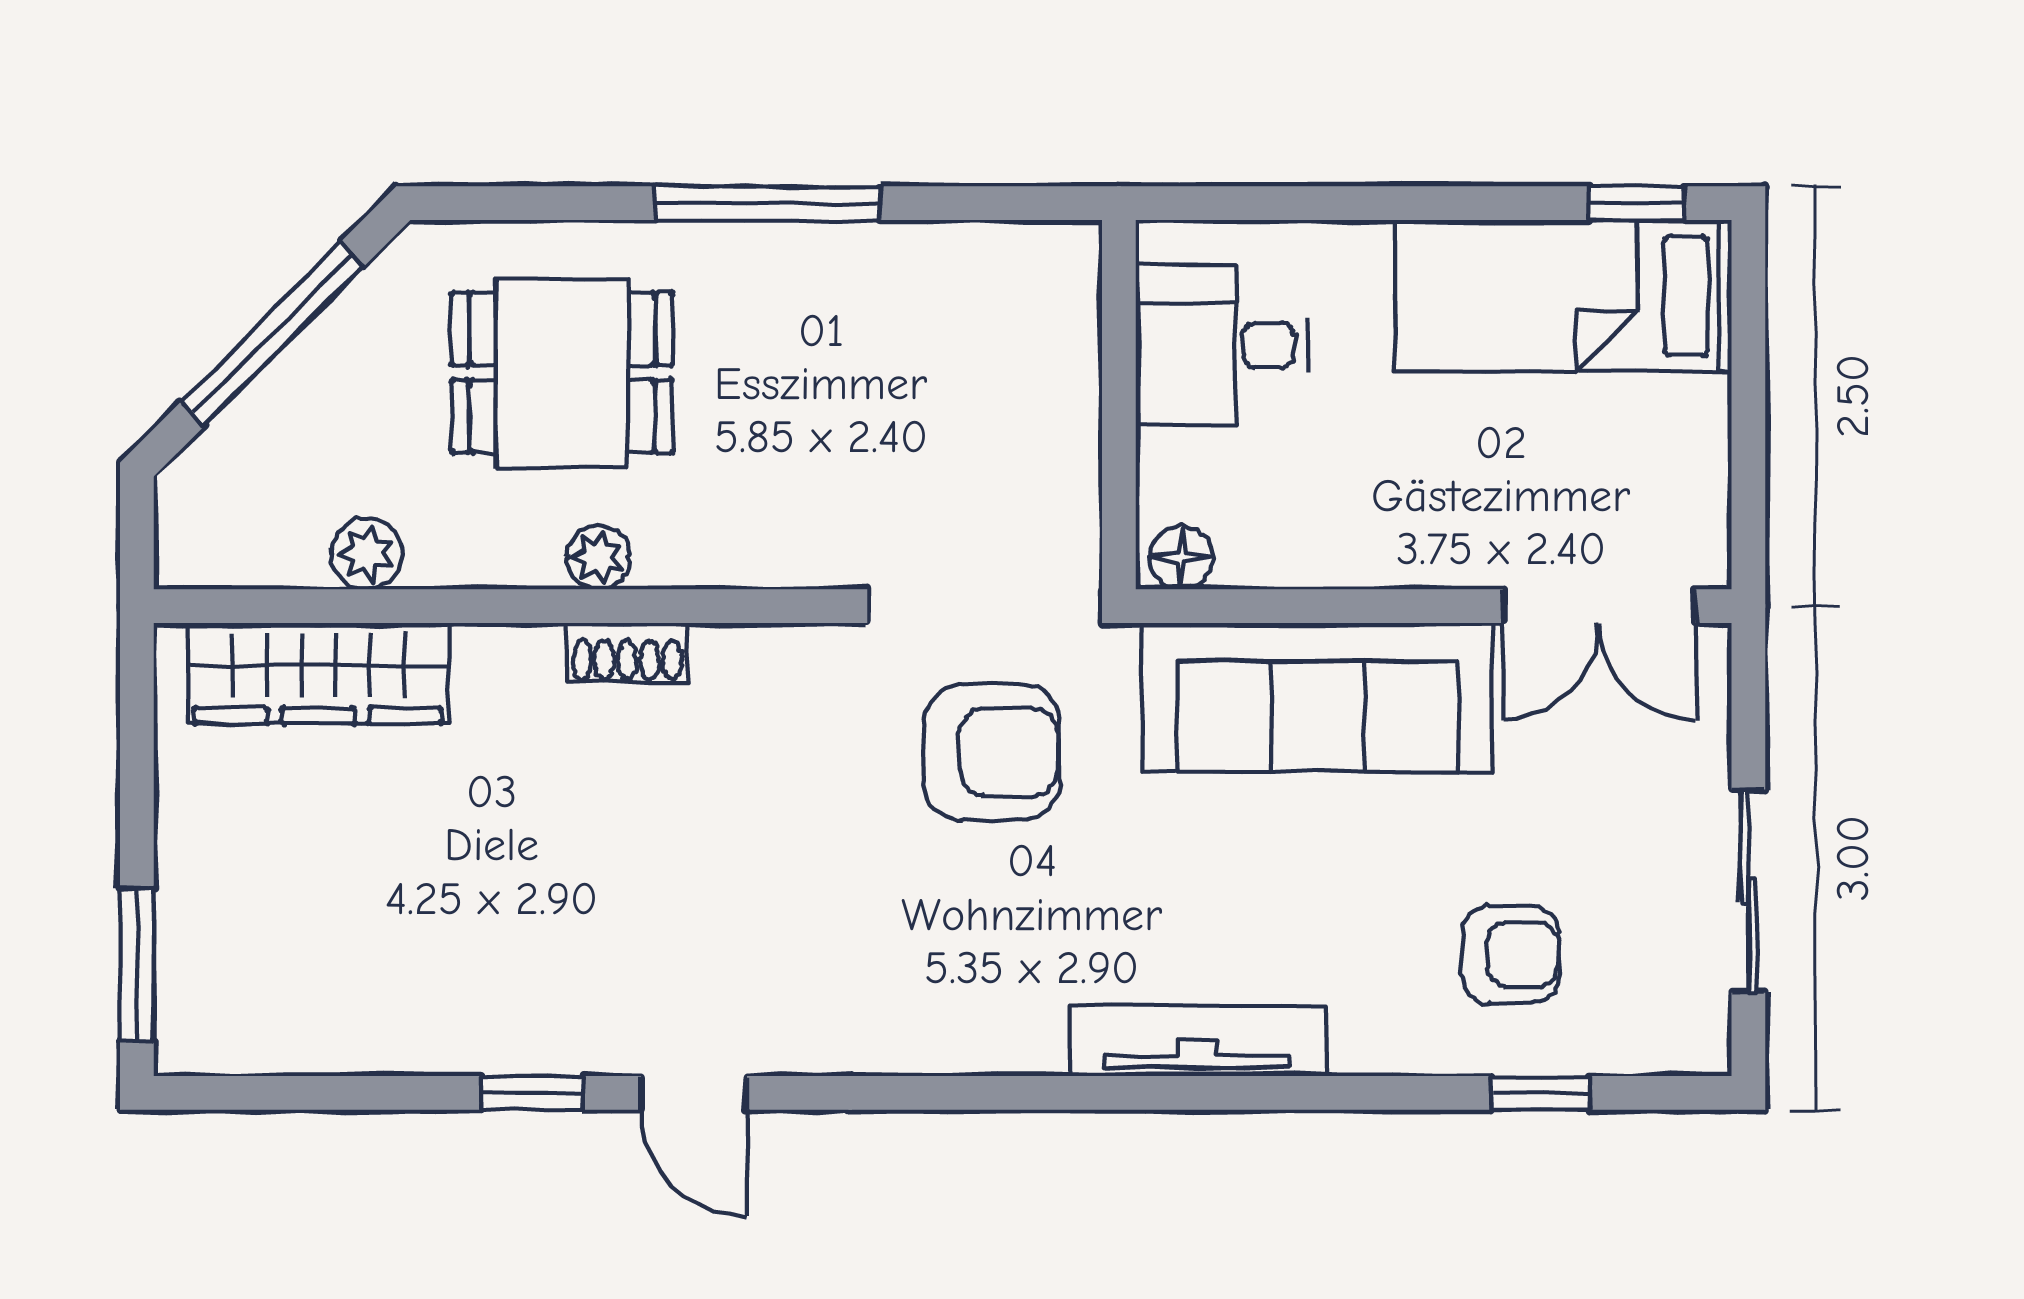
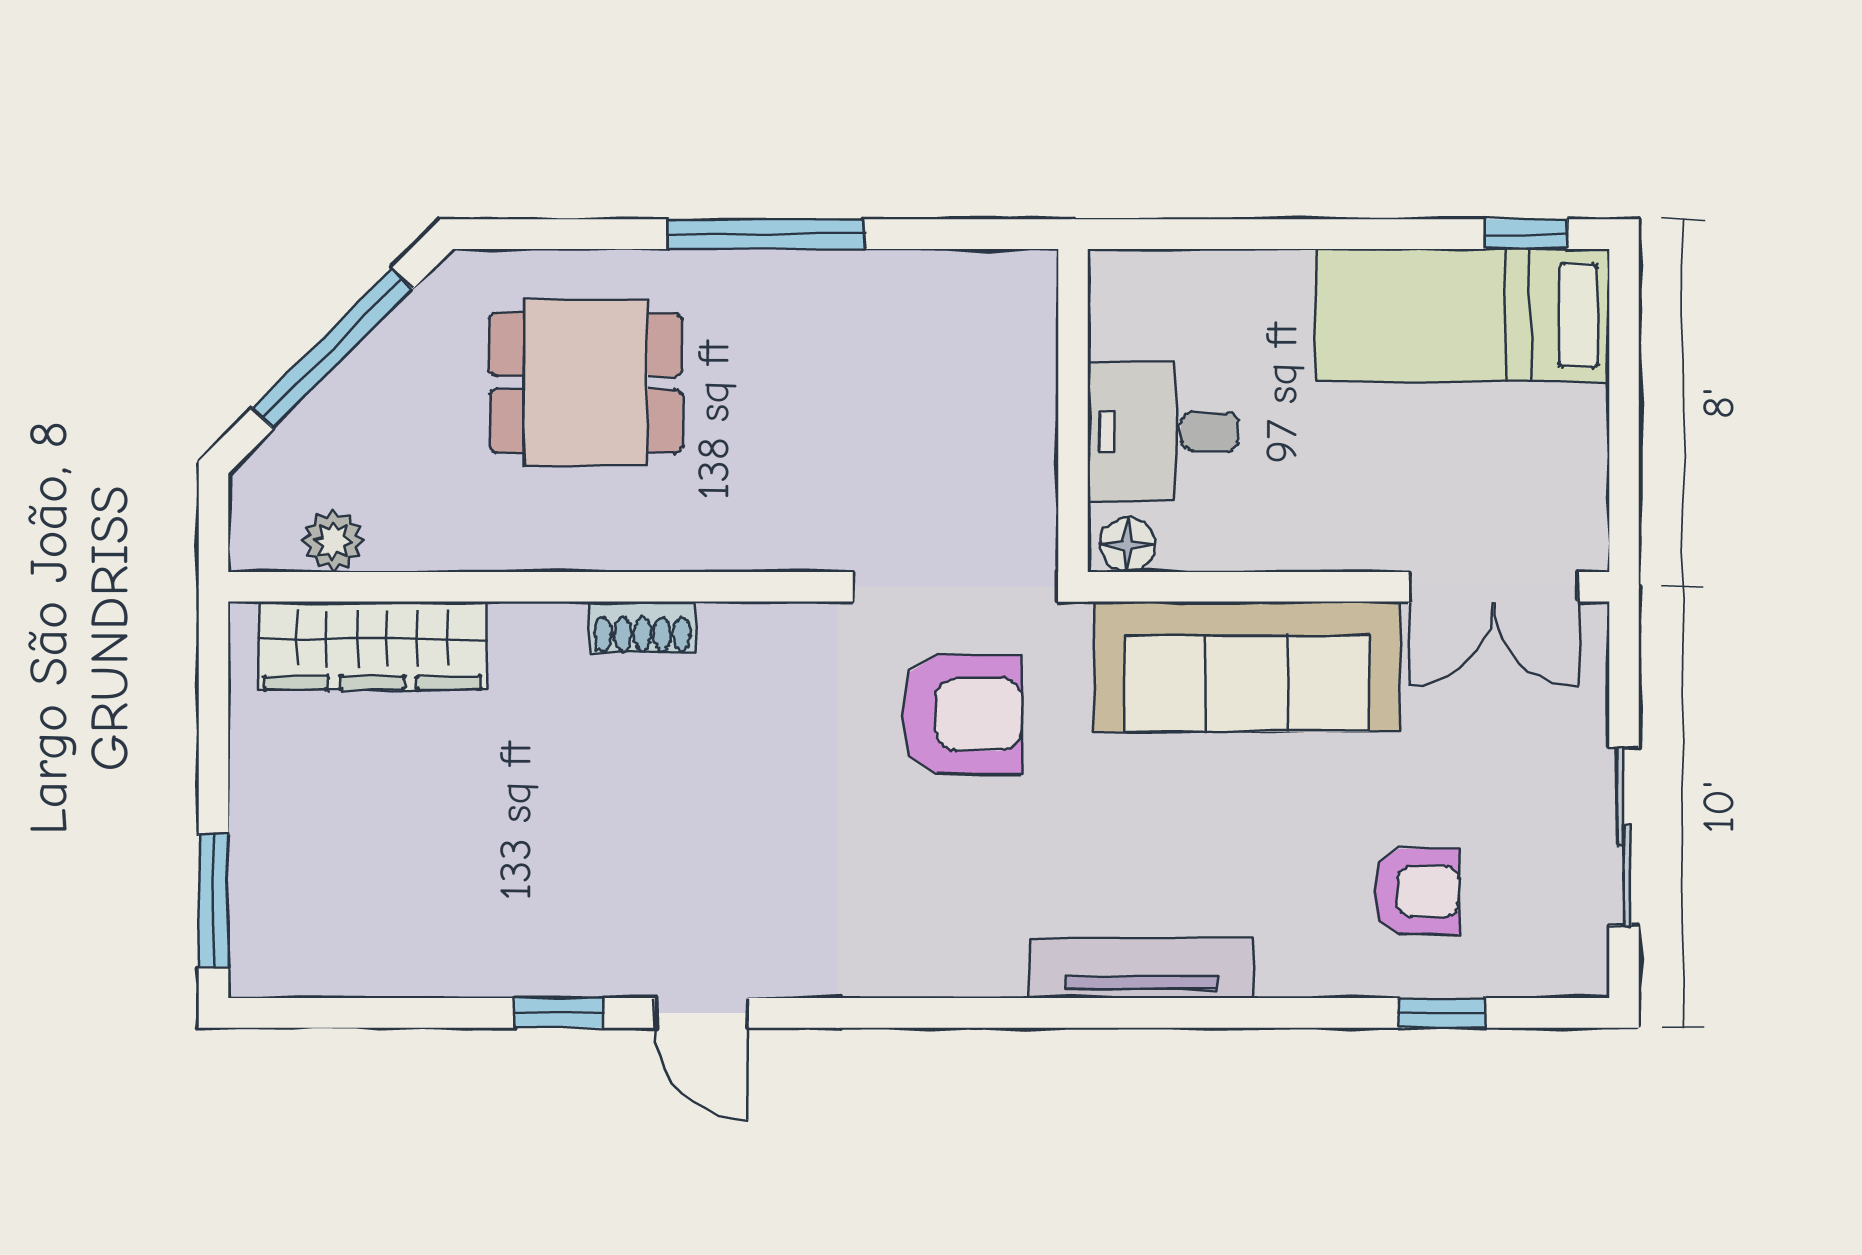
desk: (1222, 345) -> (1163, 432), moved
plant: (367, 554) -> (333, 541), moved
plant: (598, 557) -> (618, 544), removed

